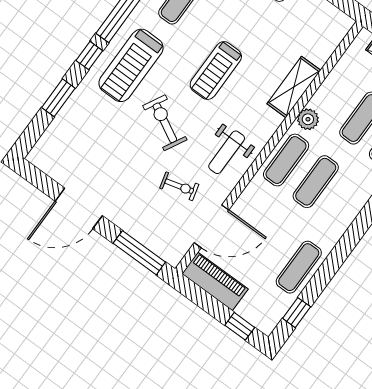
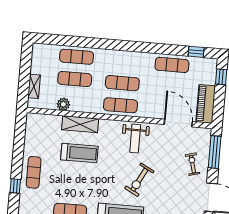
treadmill: (216, 71) -> (79, 153), moved
plant: (308, 119) -> (63, 104), moved
weight bench: (227, 152) -> (135, 139), turned 90
exercise bike: (179, 186) -> (193, 164), moved

